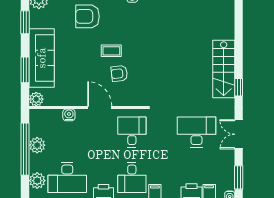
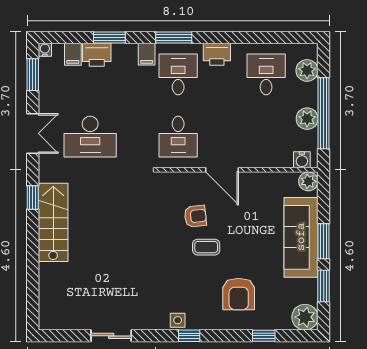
armchair: (87, 16) -> (239, 294), turned 90
window: (25, 70) -> (324, 241), moved
water cooler: (69, 115) -> (302, 160), moved
desk: (67, 178) -> (266, 74), width x0.73

